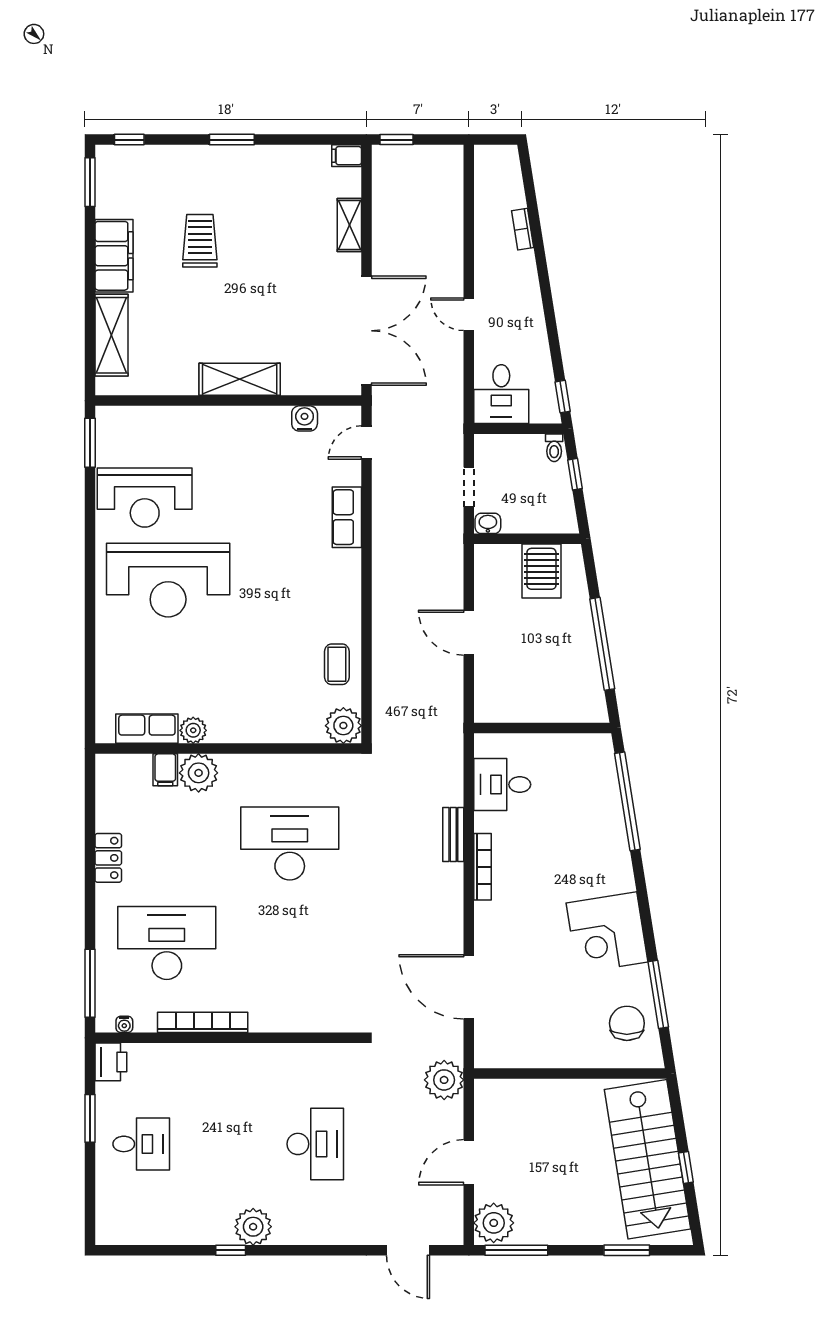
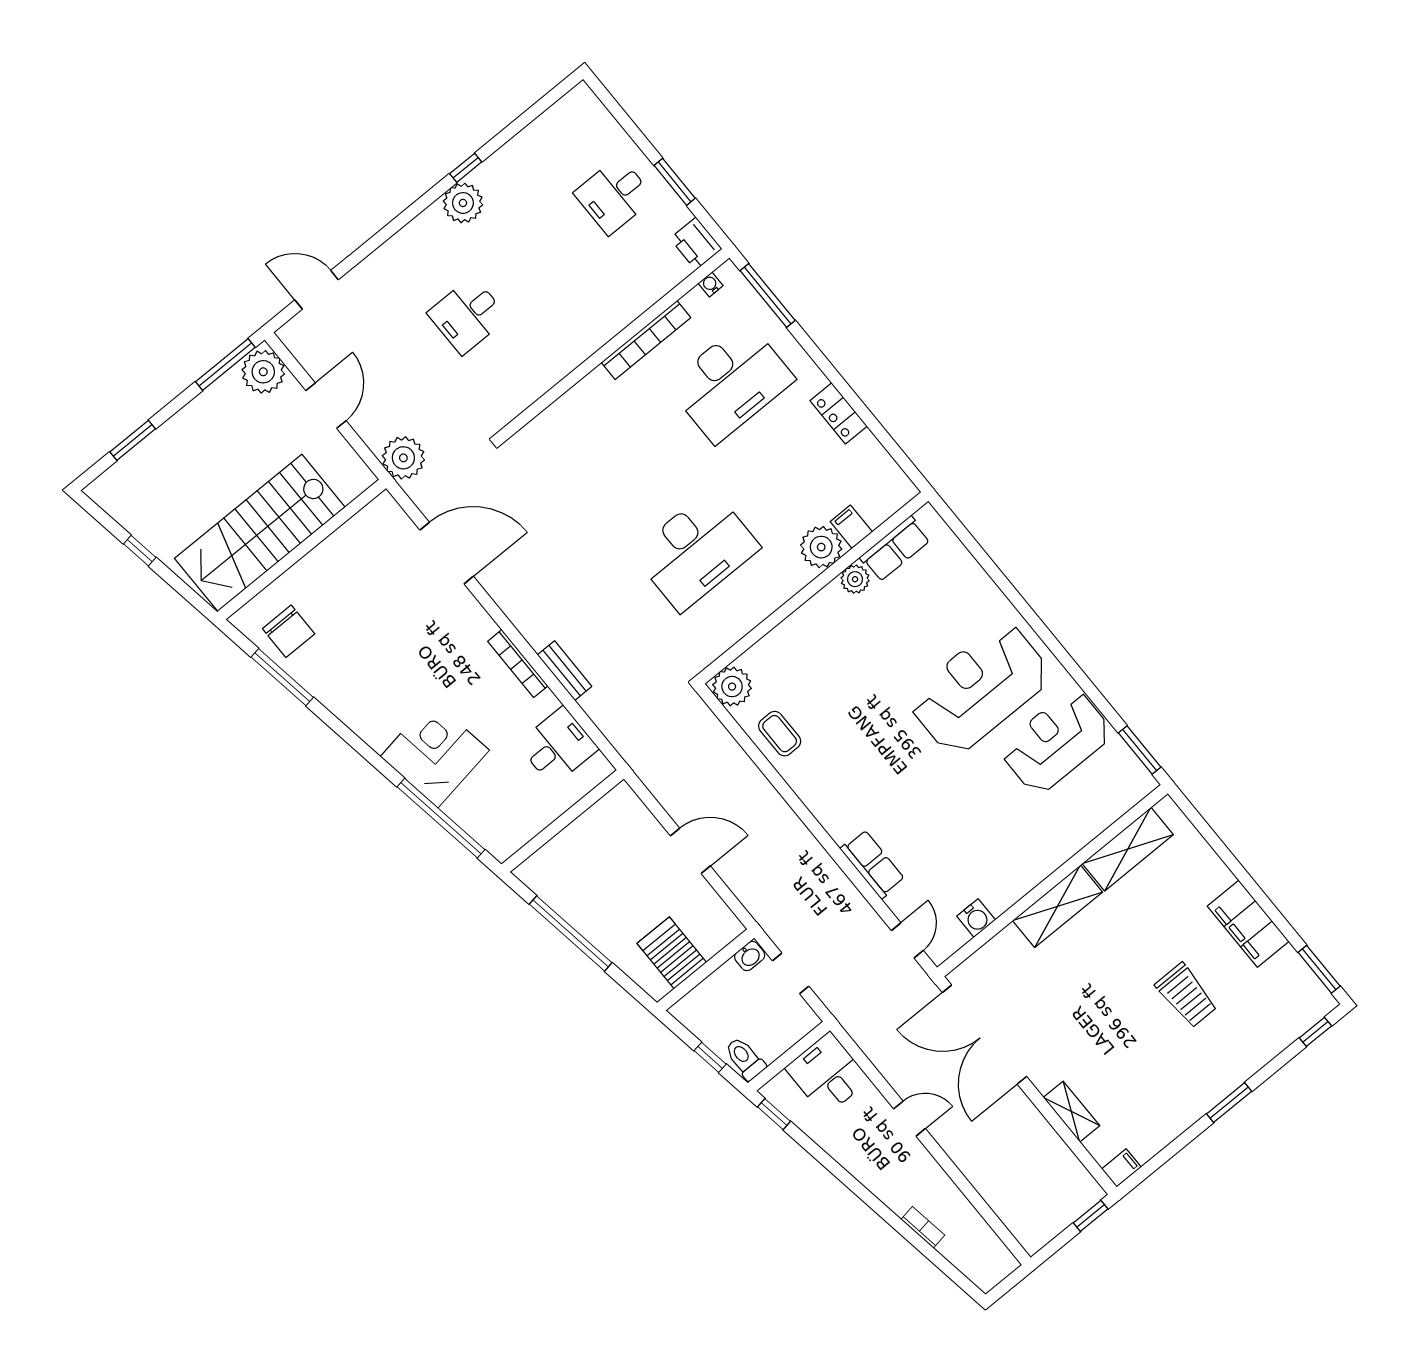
shelving: (112, 335) -> (1128, 849), moved, turned 90
toilet: (554, 448) -> (745, 1059), width x1.37, depth x1.39
corner desk: (607, 932) -> (435, 753), moved
desk: (315, 1144) -> (468, 315), width x0.73
stairs: (647, 1159) -> (260, 533), moved, turned -81

